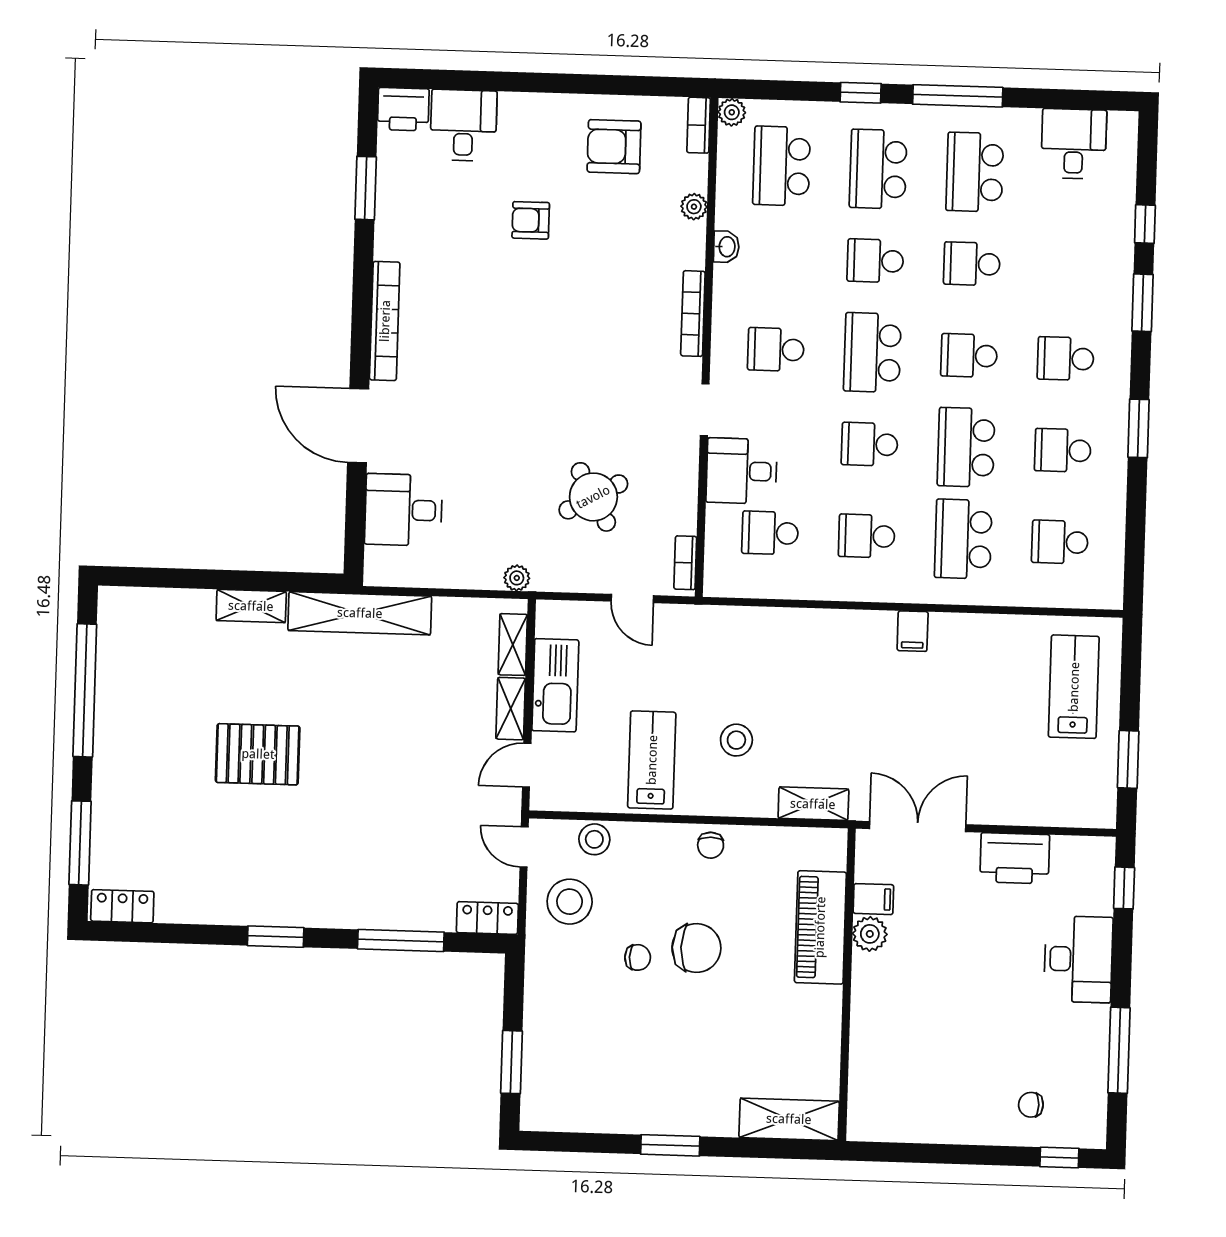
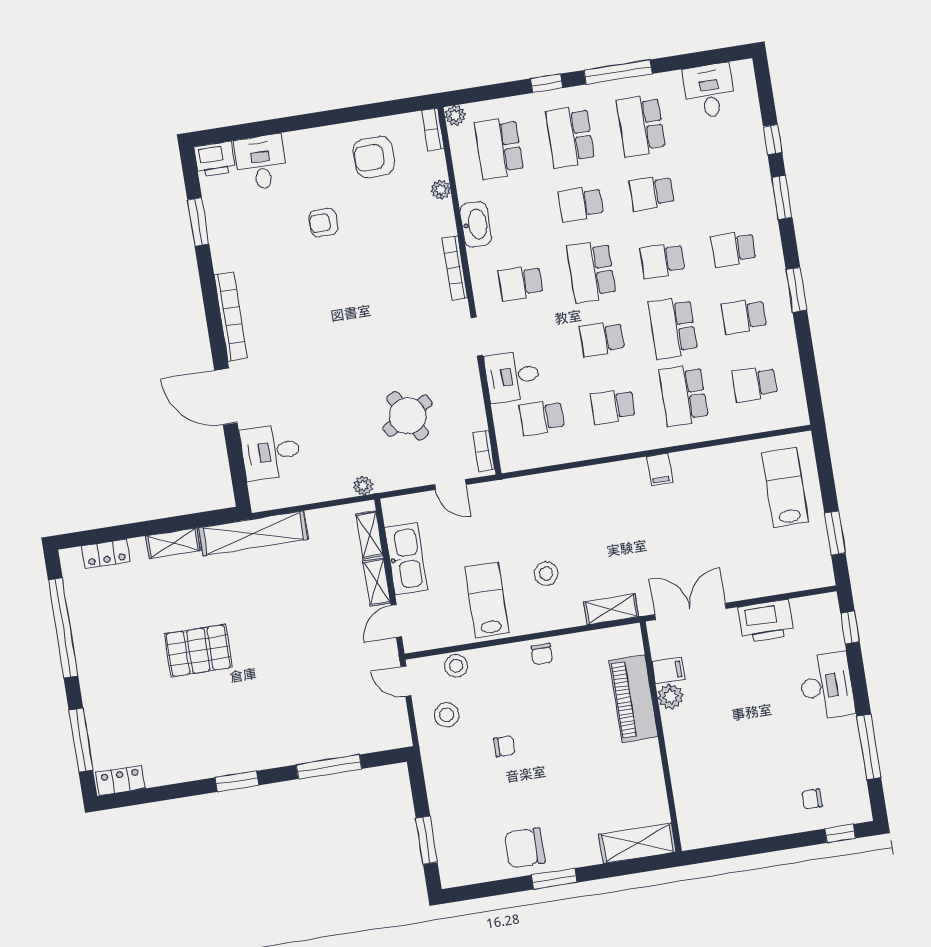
washbasin: (726, 247) -> (476, 224), width x1.91, depth x1.45
stool: (570, 902) -> (447, 715), width x0.73, depth x0.73
locker: (487, 918) -> (106, 554), moved, turned 180
chair: (696, 948) -> (525, 848), moved, turned 180

